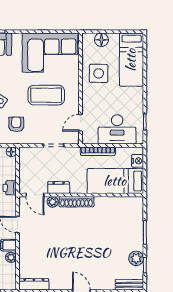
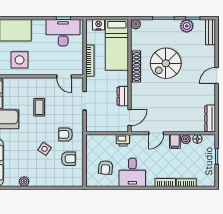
coffee table: (46, 95) -> (39, 107), width x0.54, depth x0.58
desk: (117, 129) -> (63, 33), moved, turned -90
floor lamp: (11, 152) -> (197, 139), moved
plant: (53, 202) -> (136, 24), moved
shoe rack: (77, 202) -> (136, 67), moved
spiral stairs: (95, 235) -> (166, 63), added

